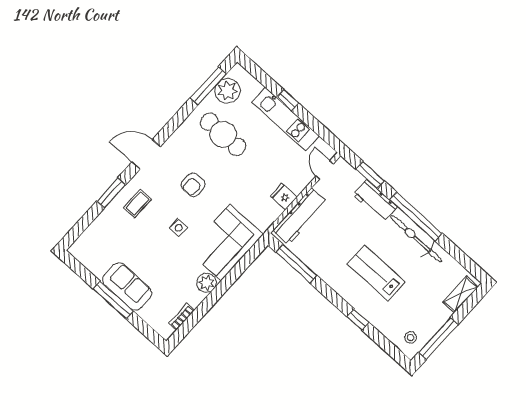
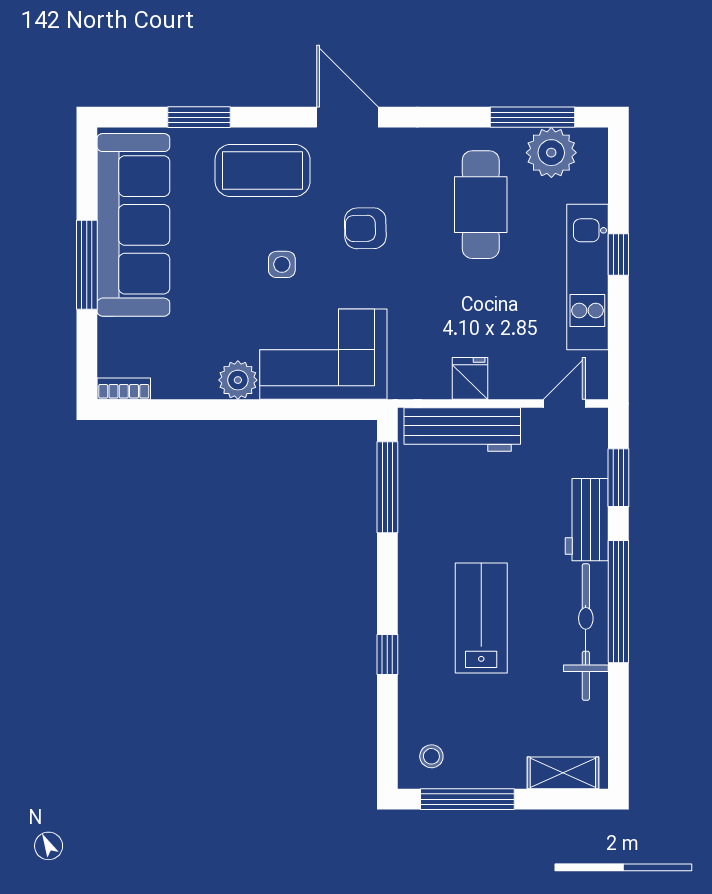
window: (111, 193) -> (199, 117), moved
coffee table: (137, 204) -> (263, 171), width x1.86, depth x1.72
sofa: (127, 286) -> (133, 225), width x1.85, depth x1.27
bookcase: (182, 317) -> (124, 389), moved

